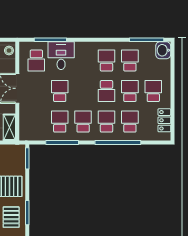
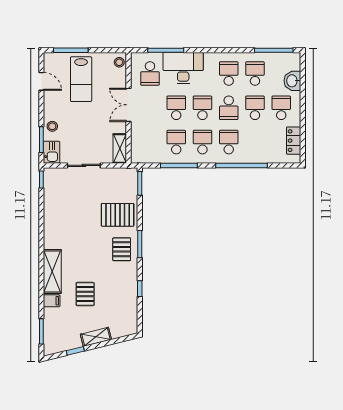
washbasin: (163, 50) -> (292, 81), moved
desk: (61, 56) -> (183, 68), width x1.37
school desk: (130, 122) -> (202, 108), moved

